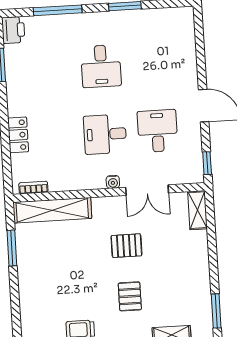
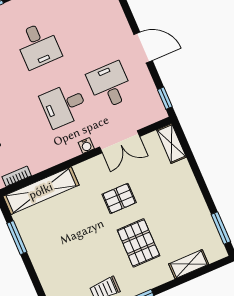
pallet: (130, 296) -> (139, 243), width x1.50, depth x1.42

